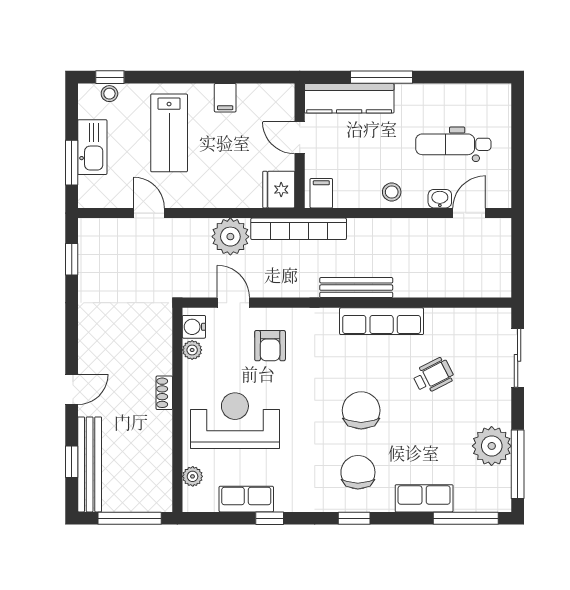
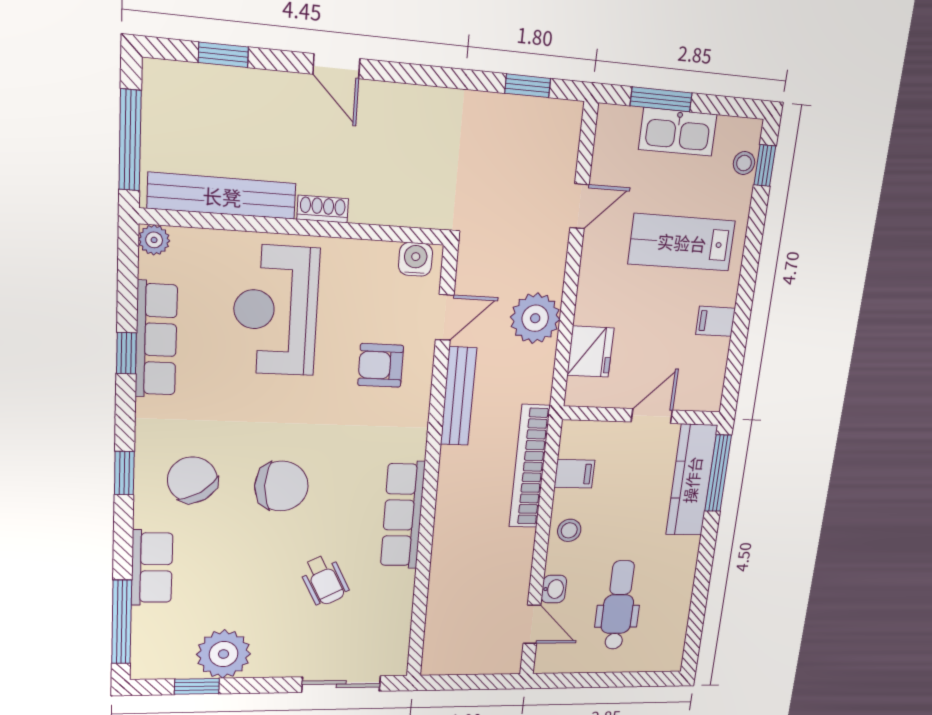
window: (381, 77) -> (718, 473), moved
fridge: (279, 190) -> (590, 352), moved, turned 90
filing cabinet: (321, 193) -> (574, 474), moved
bookcase: (299, 229) -> (529, 467), moved
bench: (356, 288) -> (458, 396), moved
plant: (192, 350) -> (383, 255), removed
reception desk: (235, 421) -> (276, 310), turned 180
bench: (90, 464) -> (222, 196), moved
window: (518, 464) -> (197, 686), width x0.46
chair: (358, 472) -> (192, 480), turned -123
plant: (193, 476) -> (154, 240), moved
row of seats: (246, 499) -> (156, 340), width x1.48

